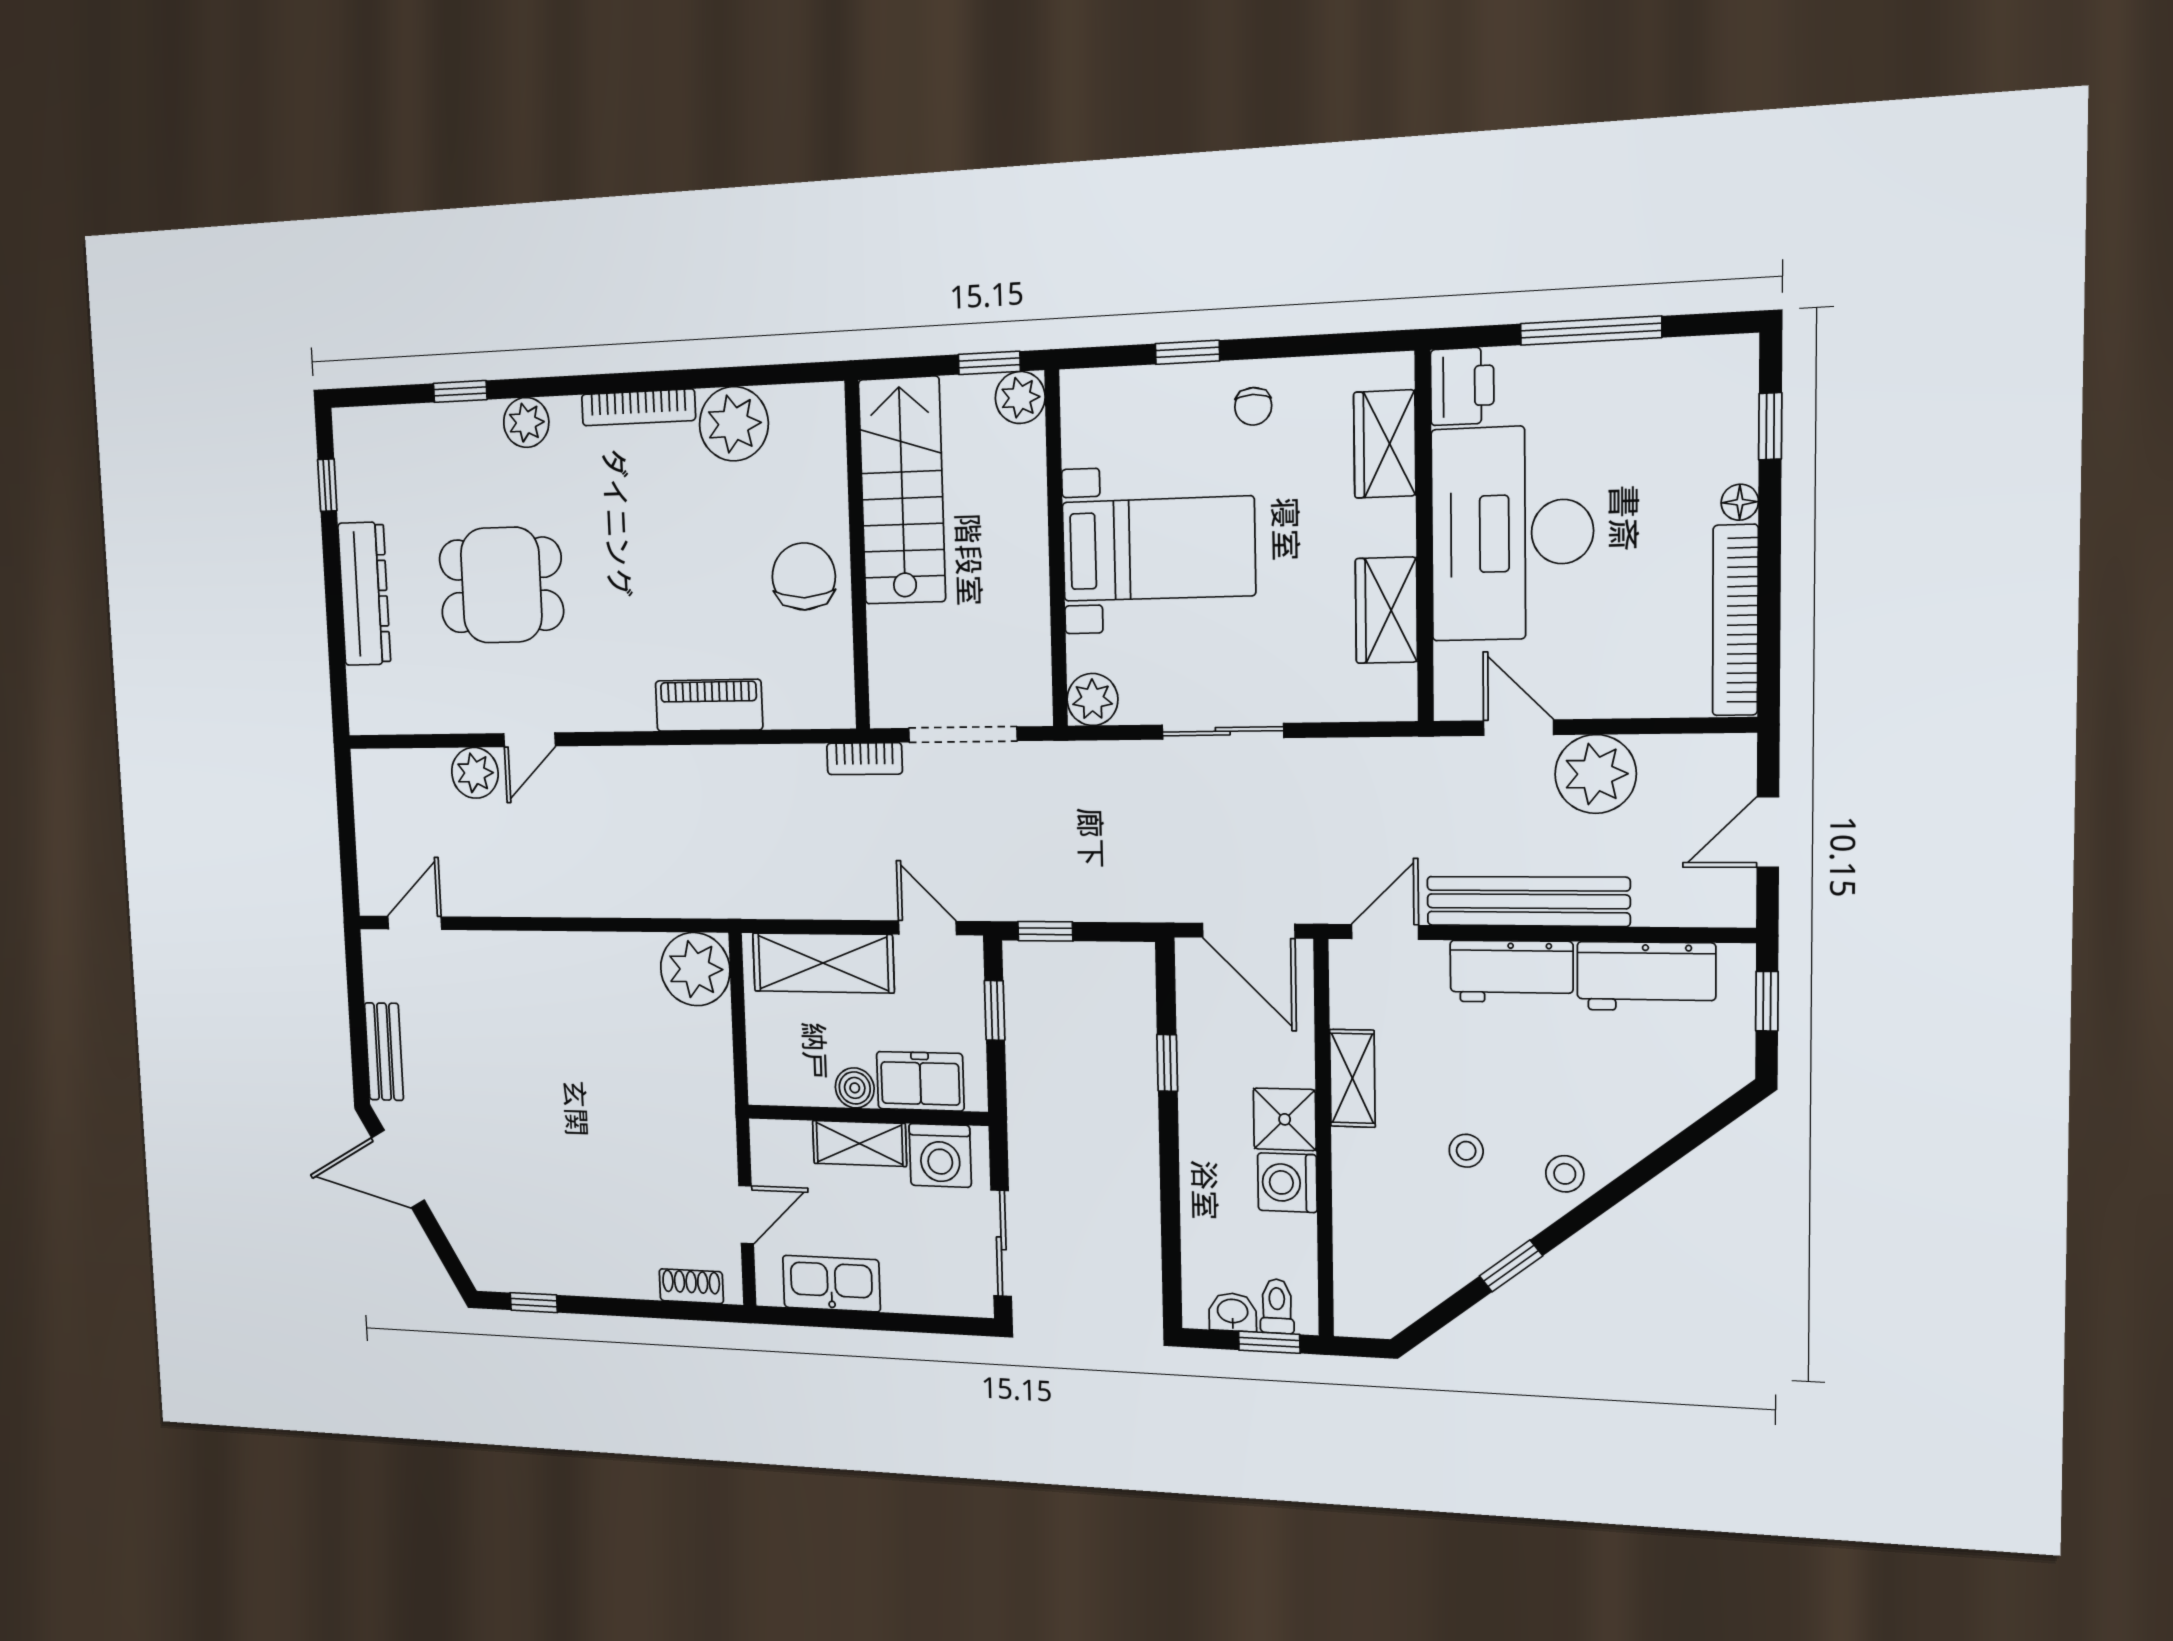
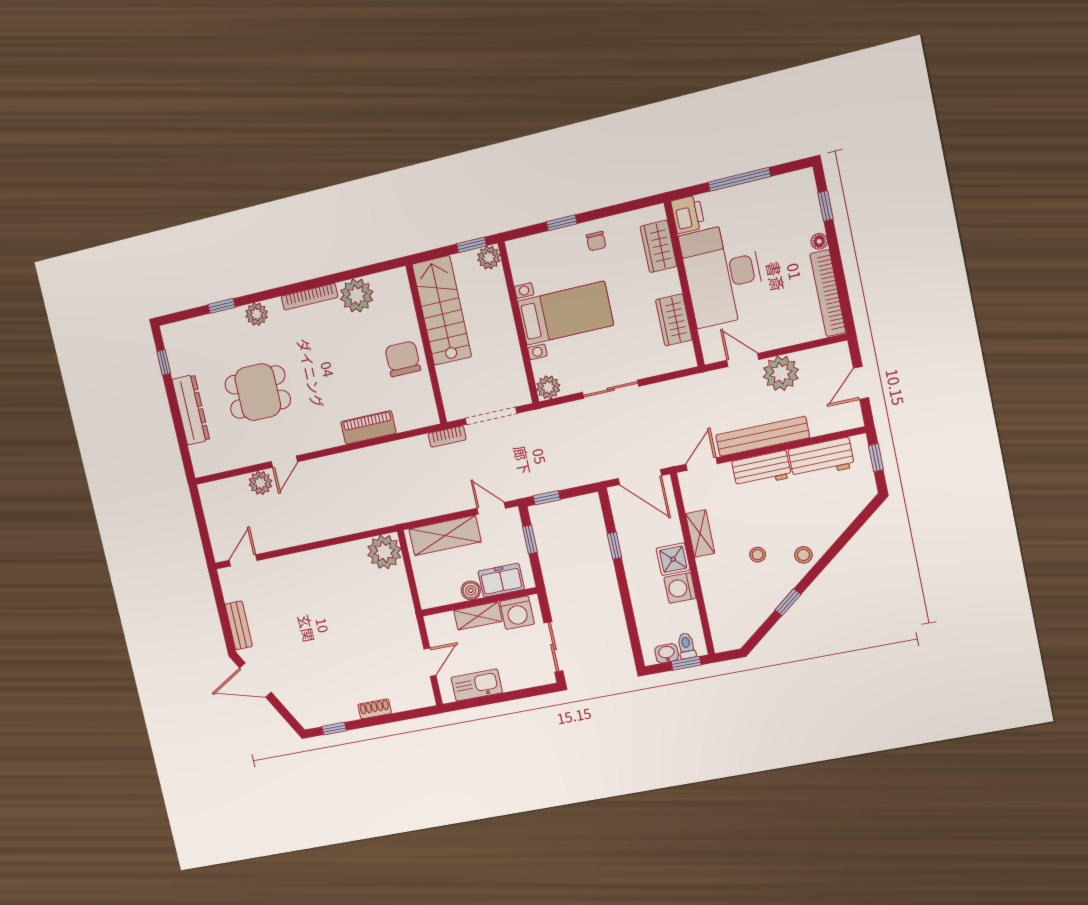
shoe rack: (691, 1286) -> (375, 709), moved

